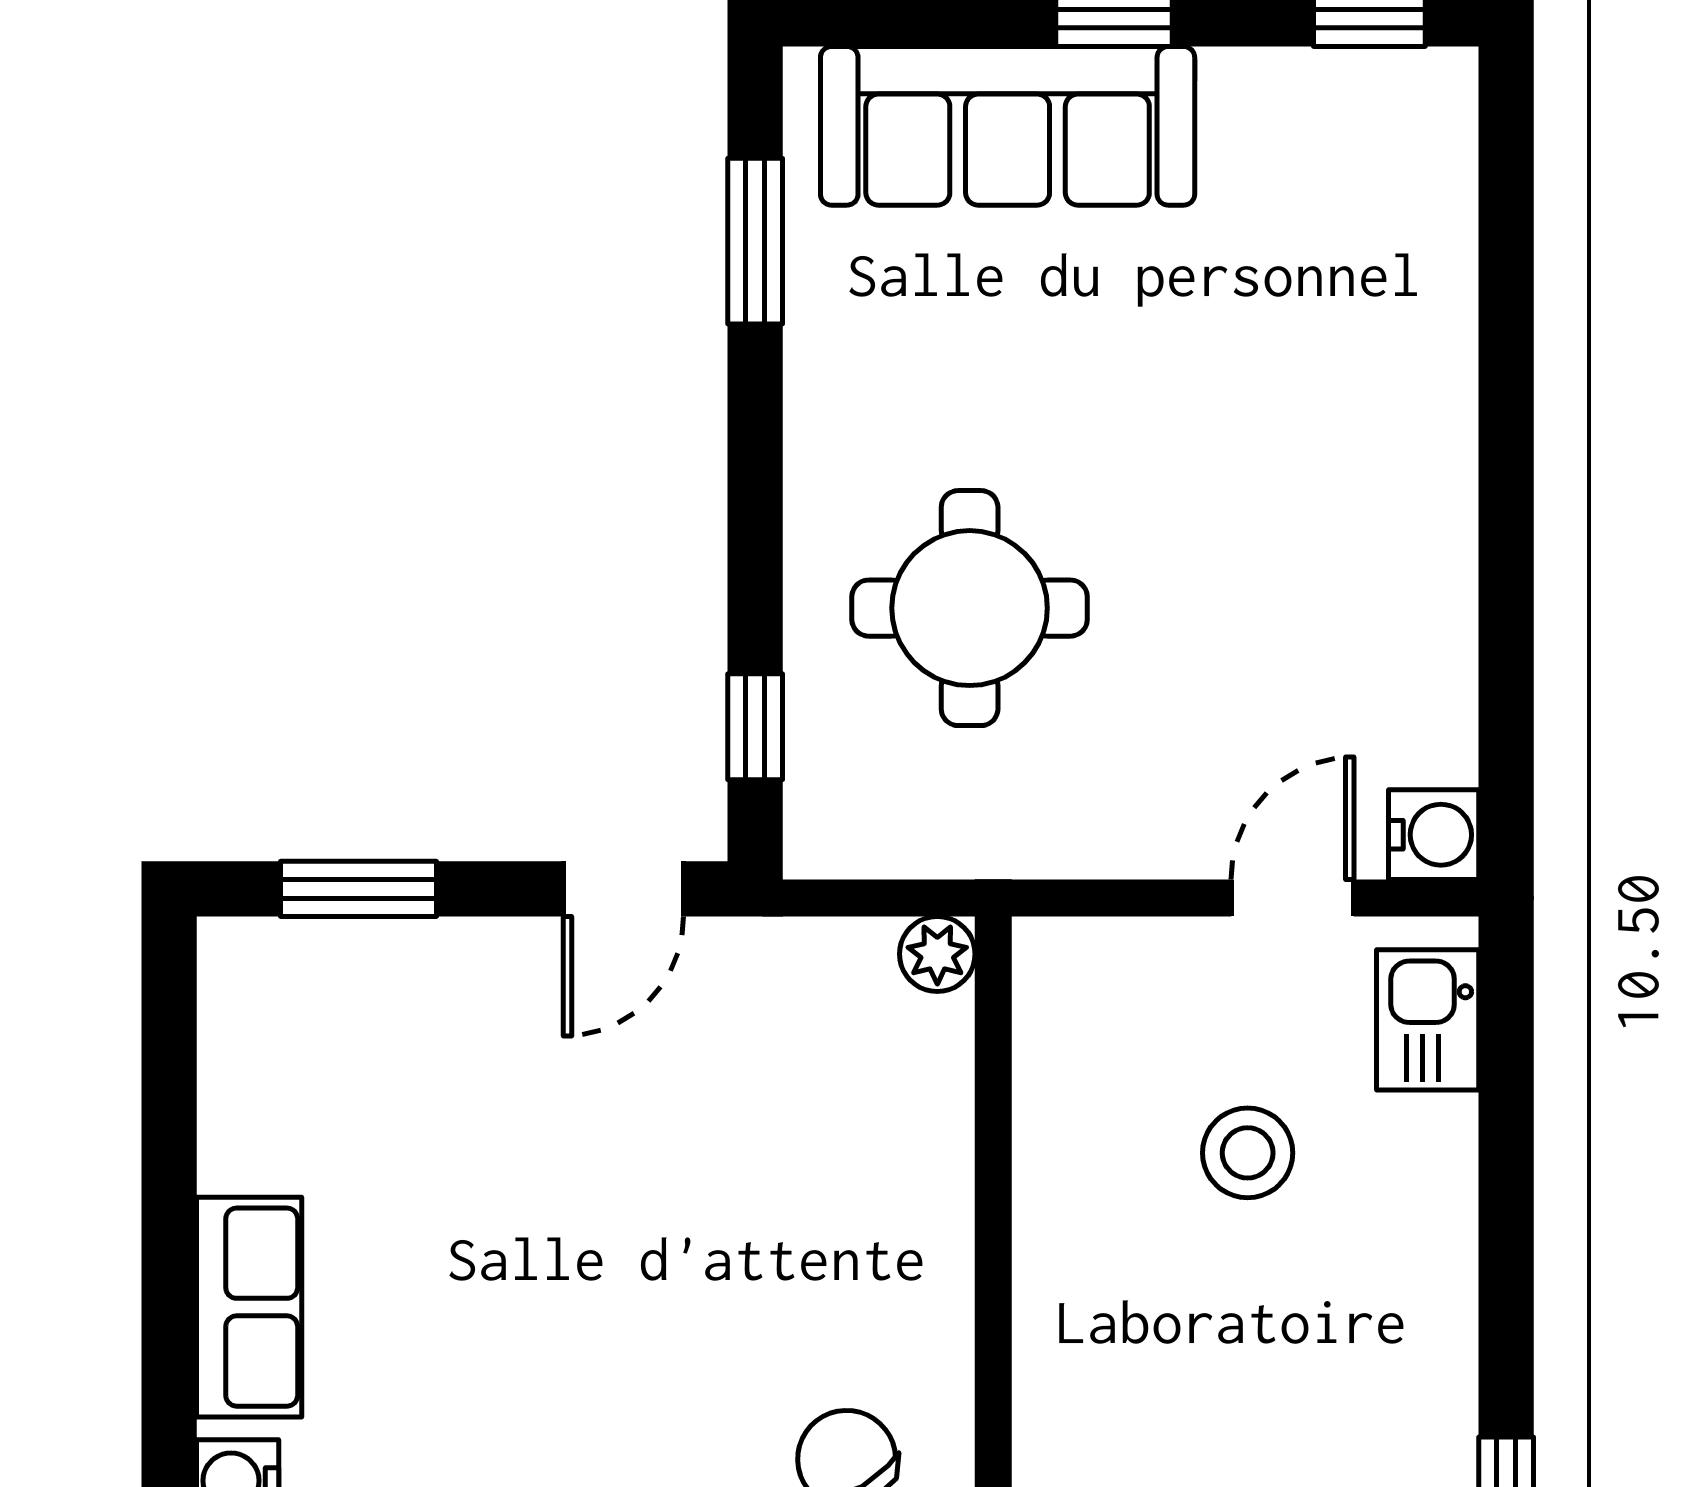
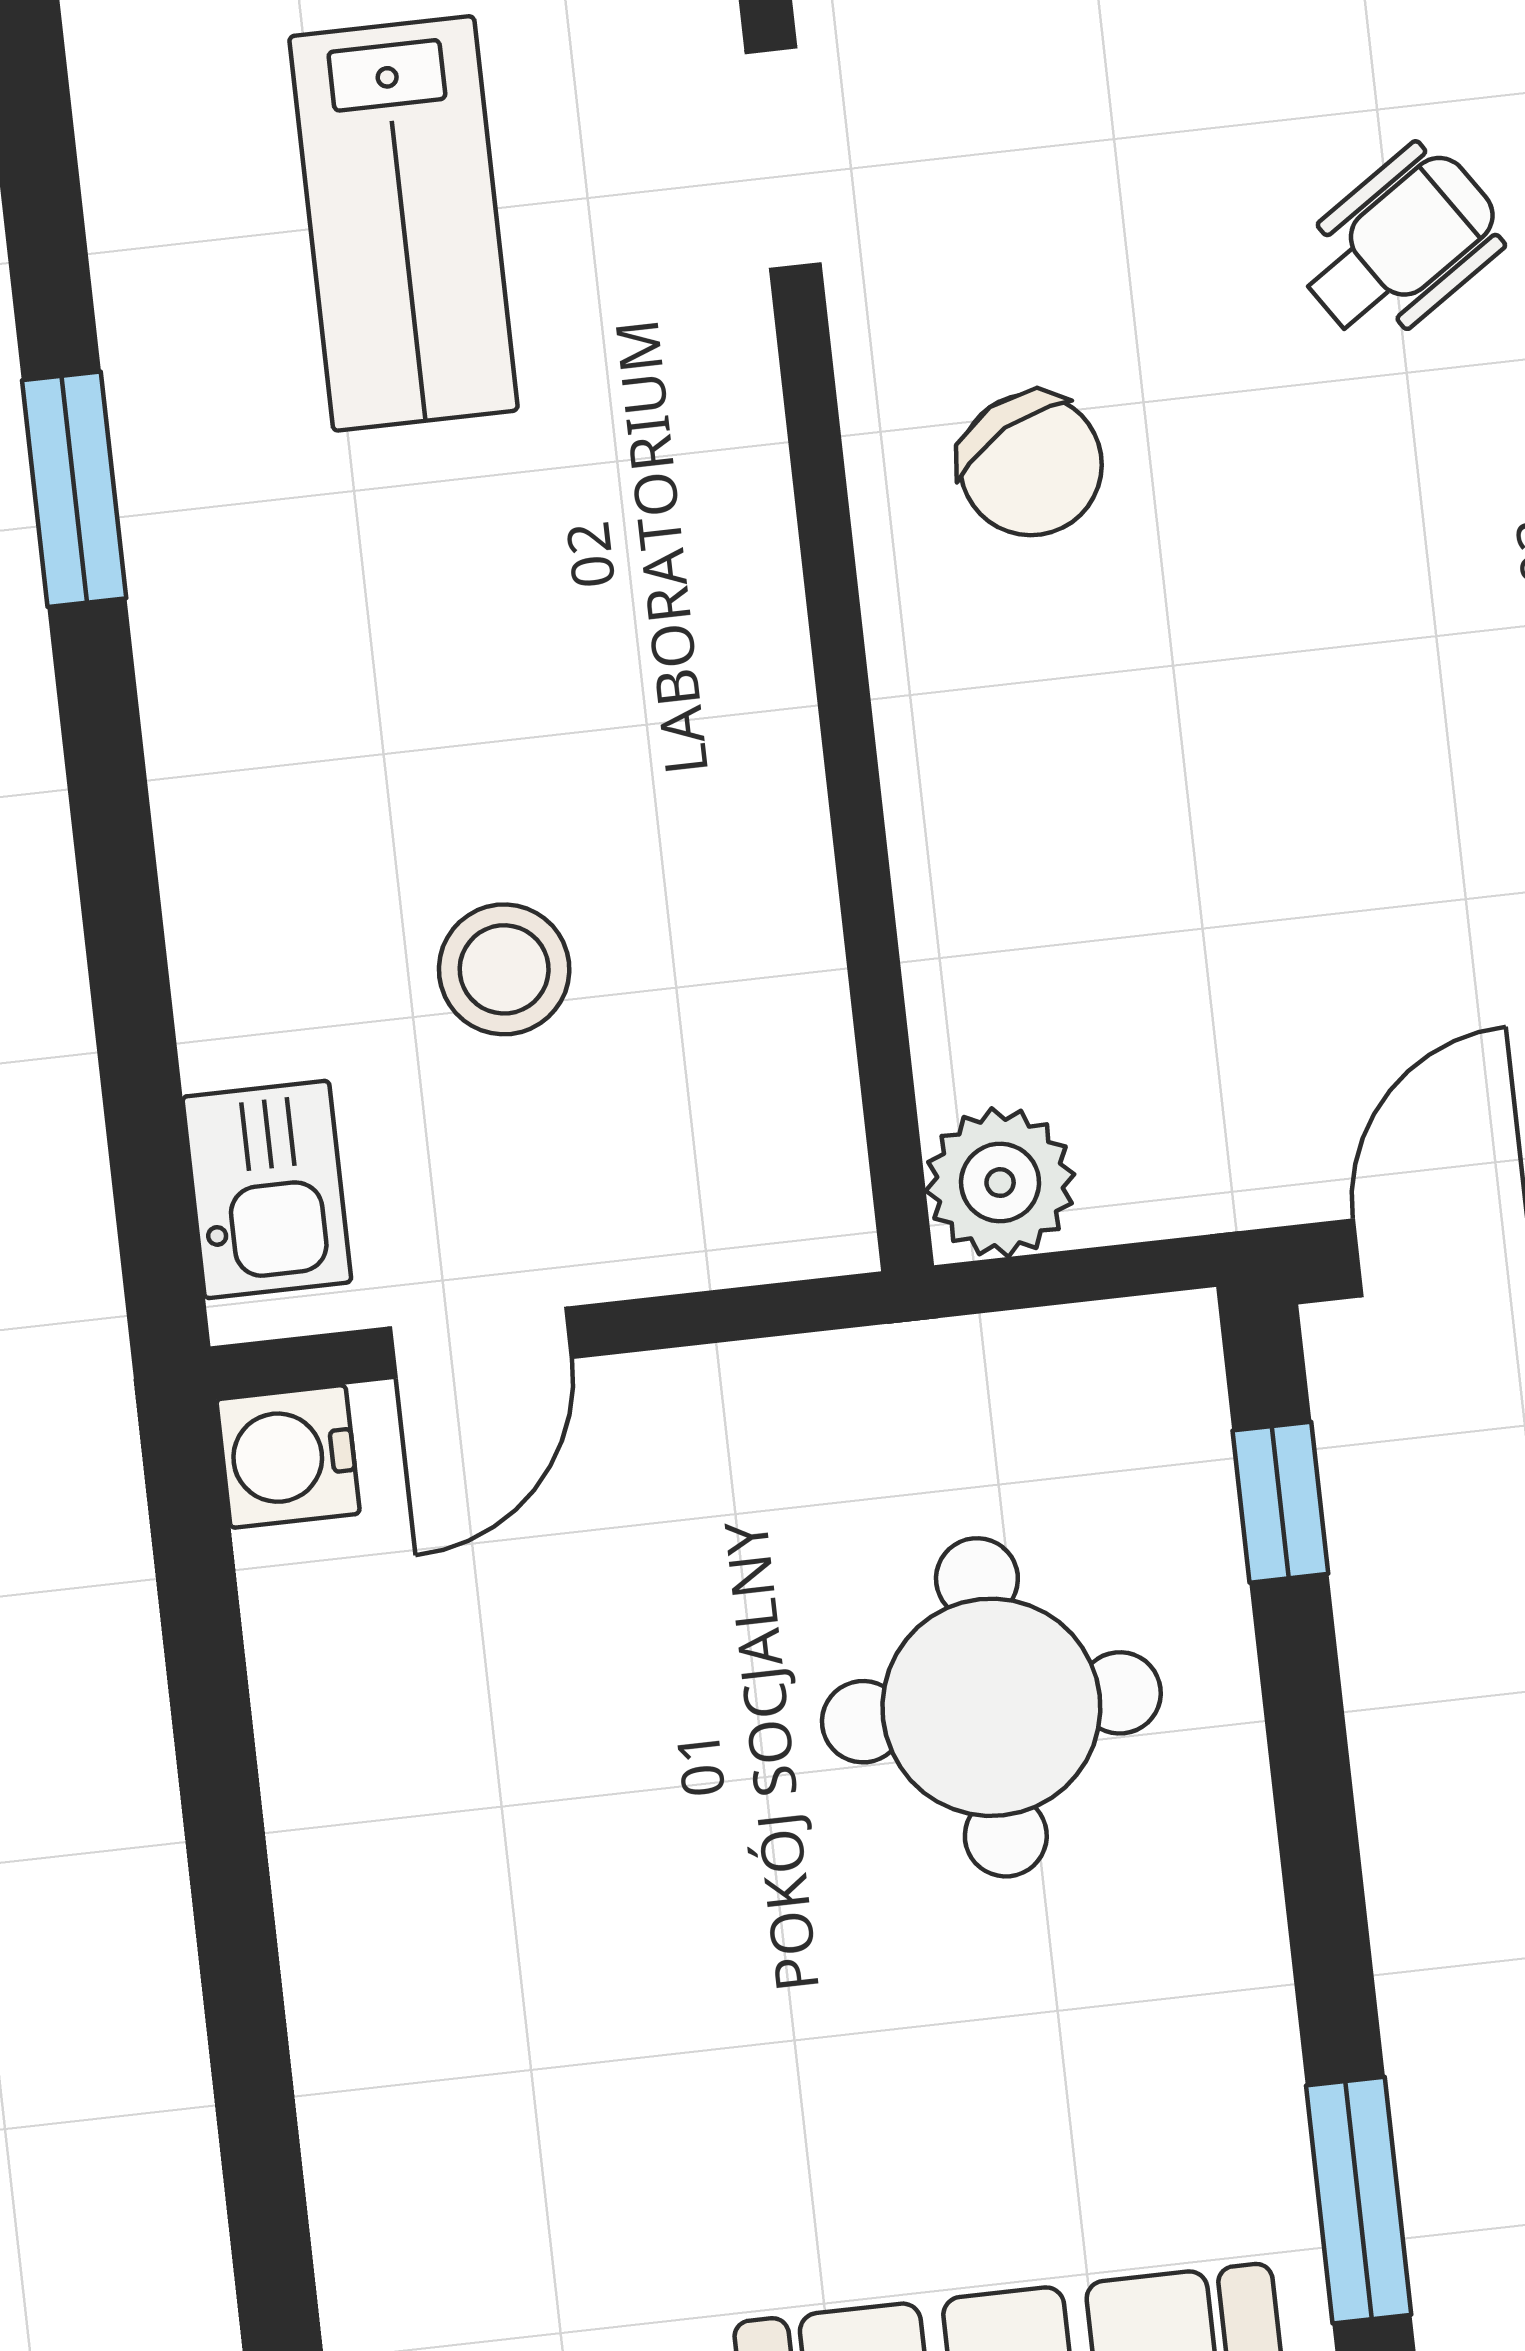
plant: (937, 954) -> (1000, 1183), width x1.38, depth x1.38

